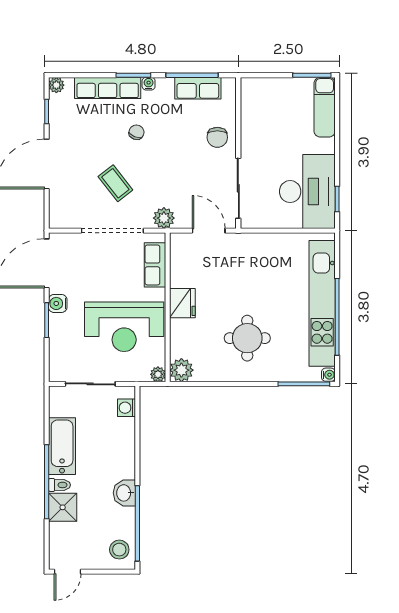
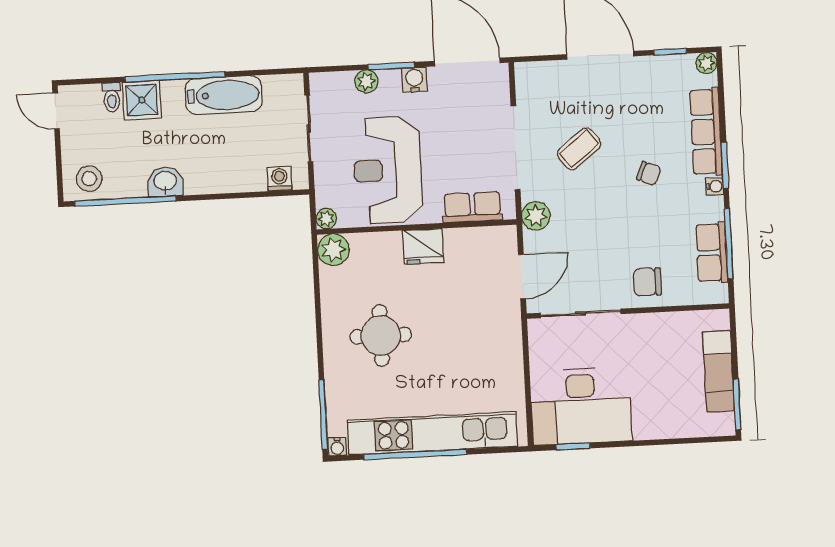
exam couch: (325, 107) -> (718, 371), moved, turned -90
plant: (57, 339) -> (366, 81), added
toilet: (59, 485) -> (112, 97), moved

